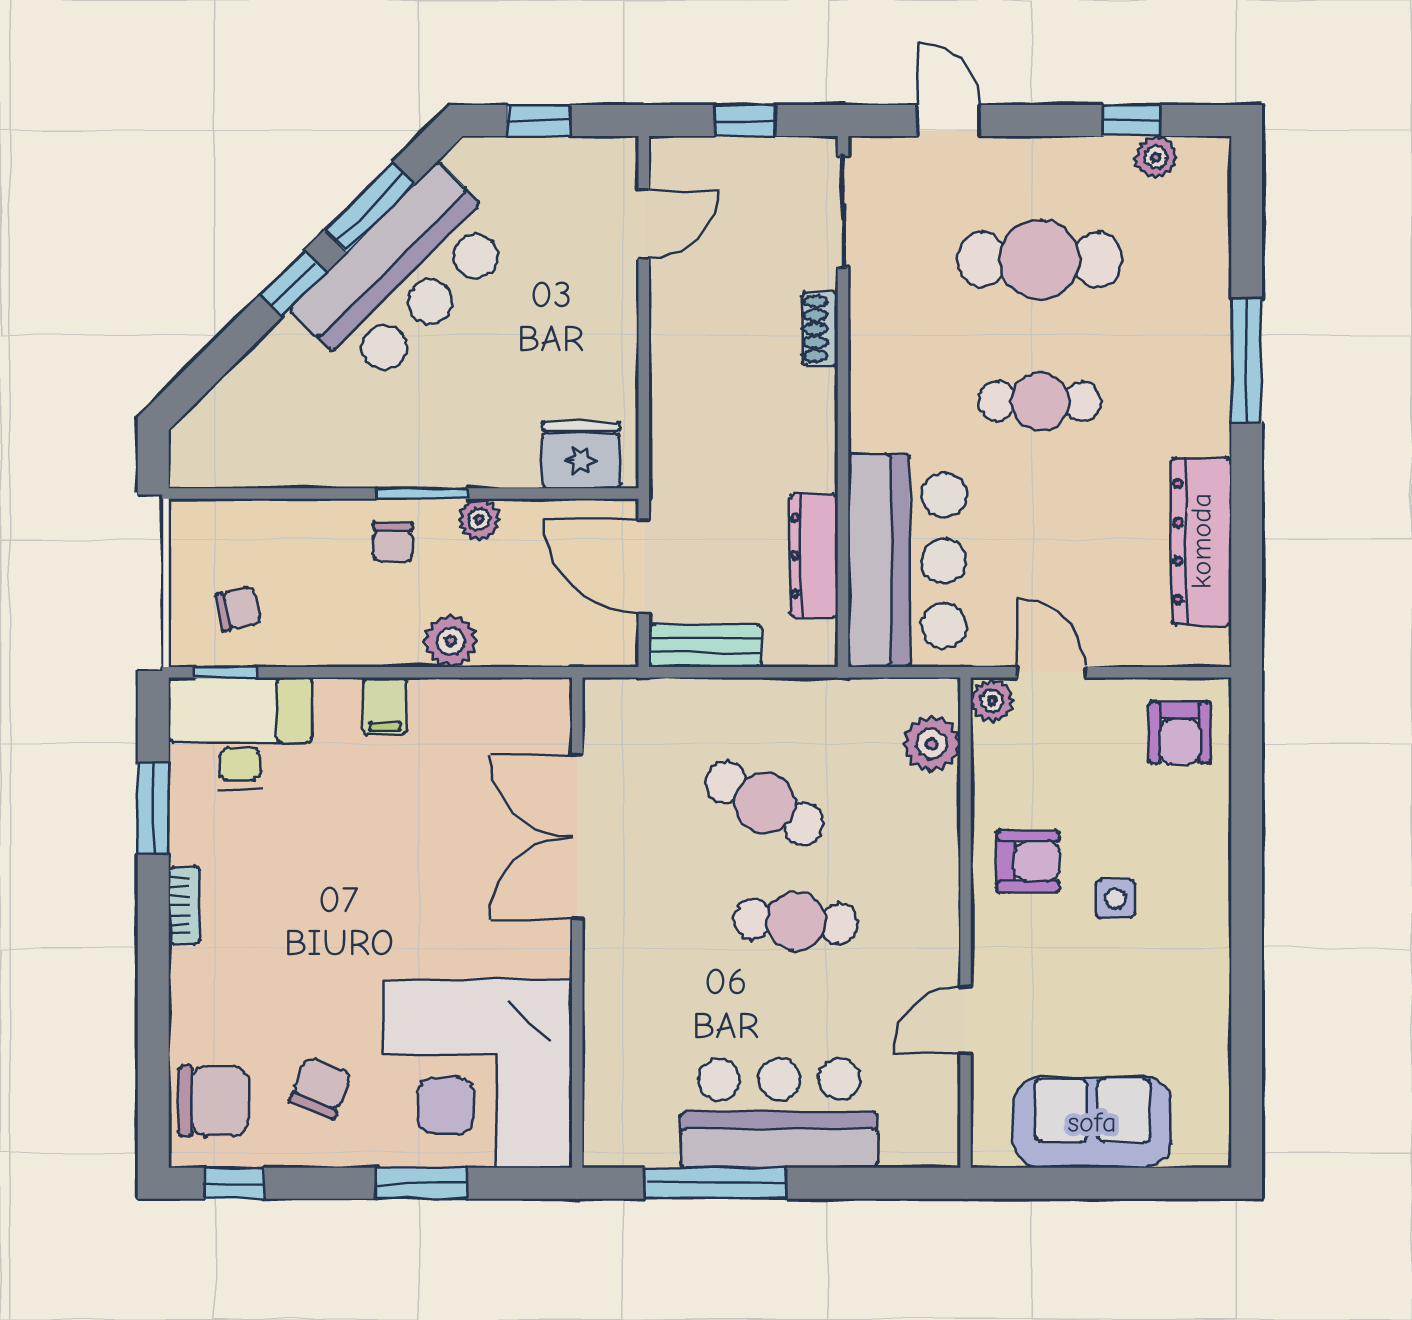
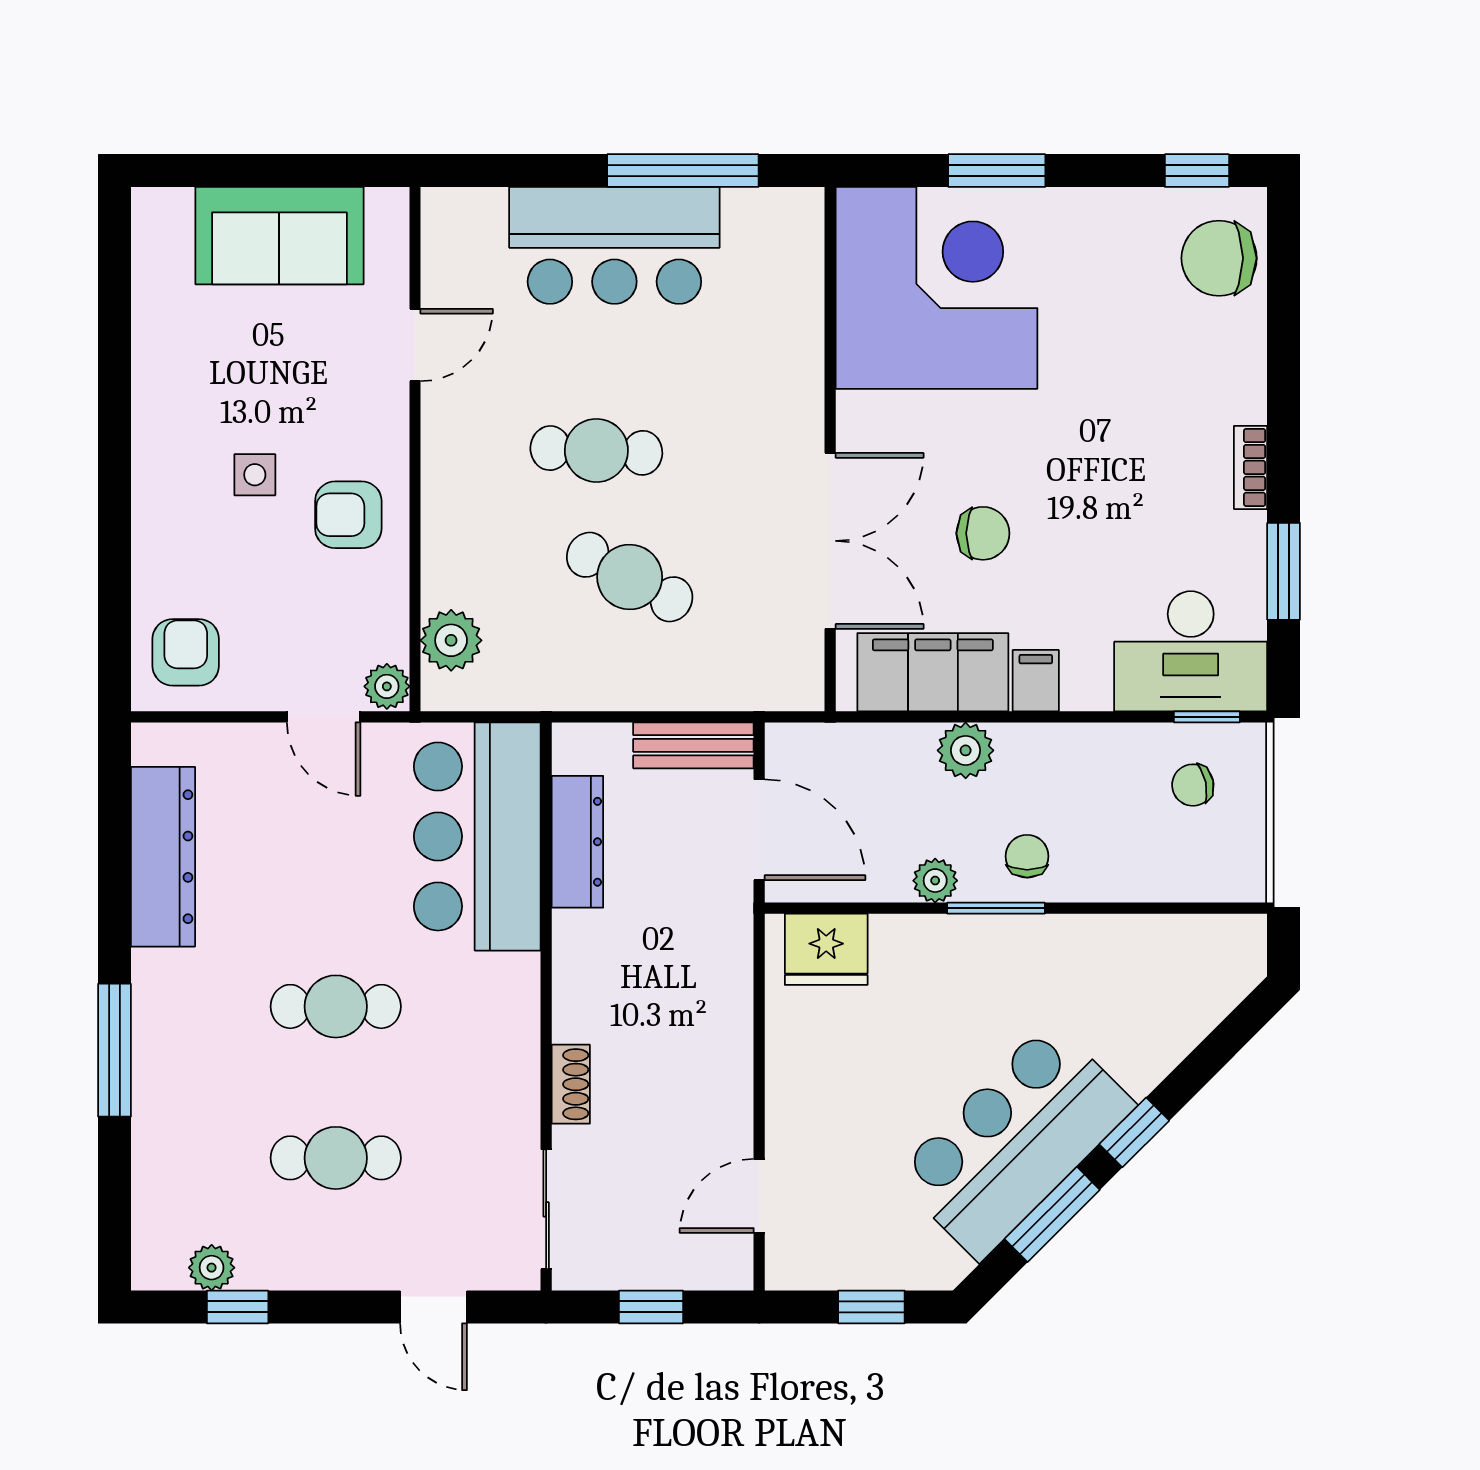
cafe table: (1040, 260) -> (336, 1158), width x0.73, depth x0.74
filing cabinet: (481, 714) -> (933, 672), added
chair: (320, 1088) -> (983, 533), moved, turned -112

